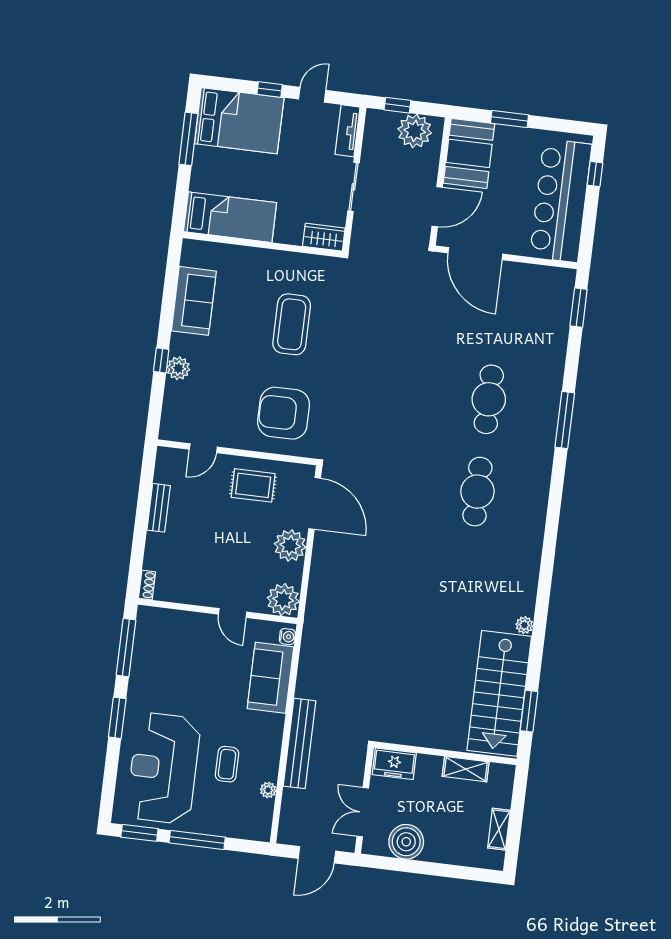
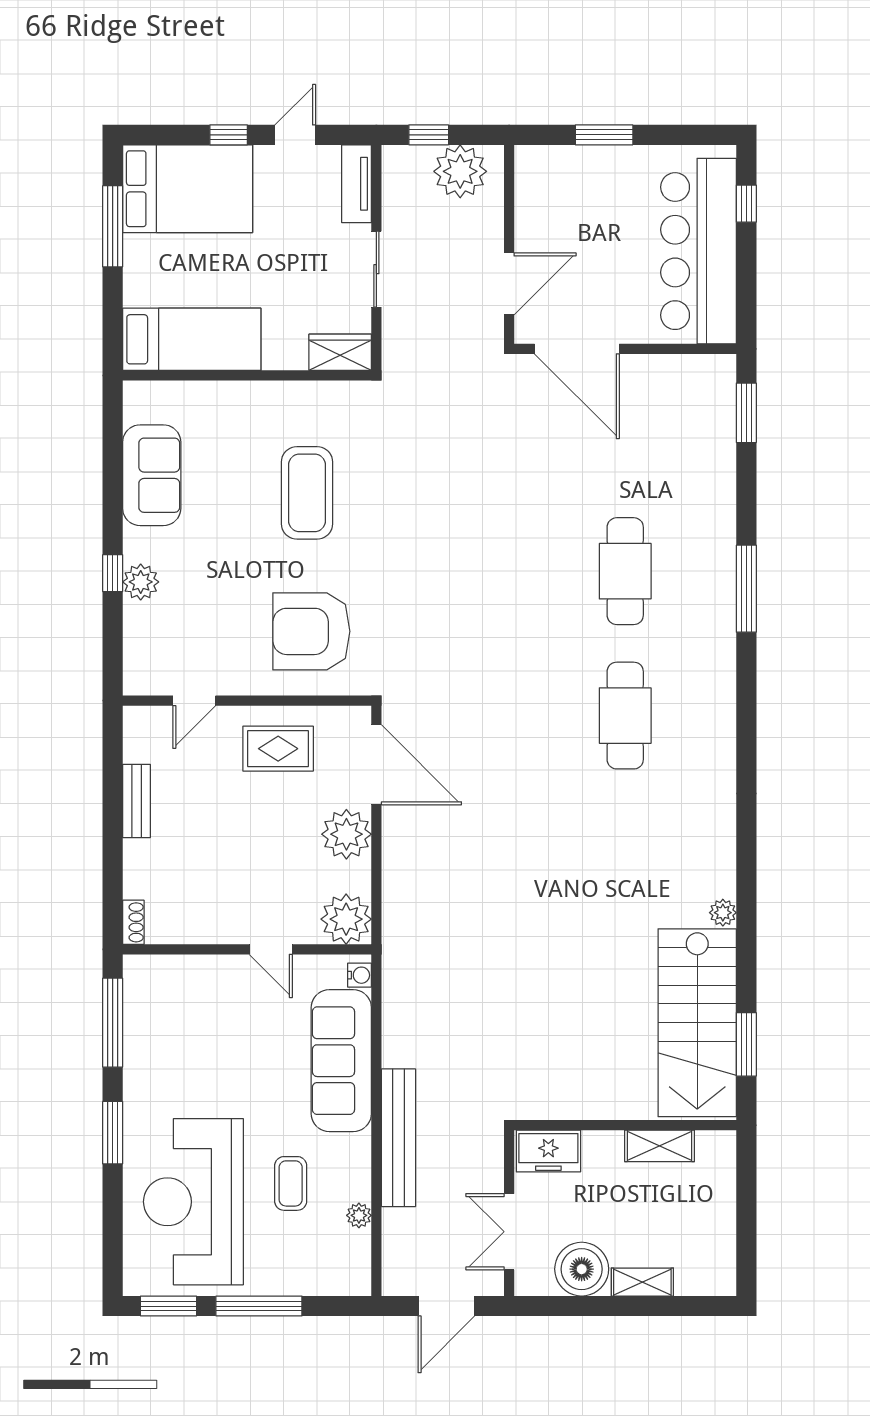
booth: (469, 153) -> (548, 196), removed
sofa: (270, 678) -> (341, 1061), width x1.36
shelving: (499, 829) -> (642, 1282), moved, turned 90

